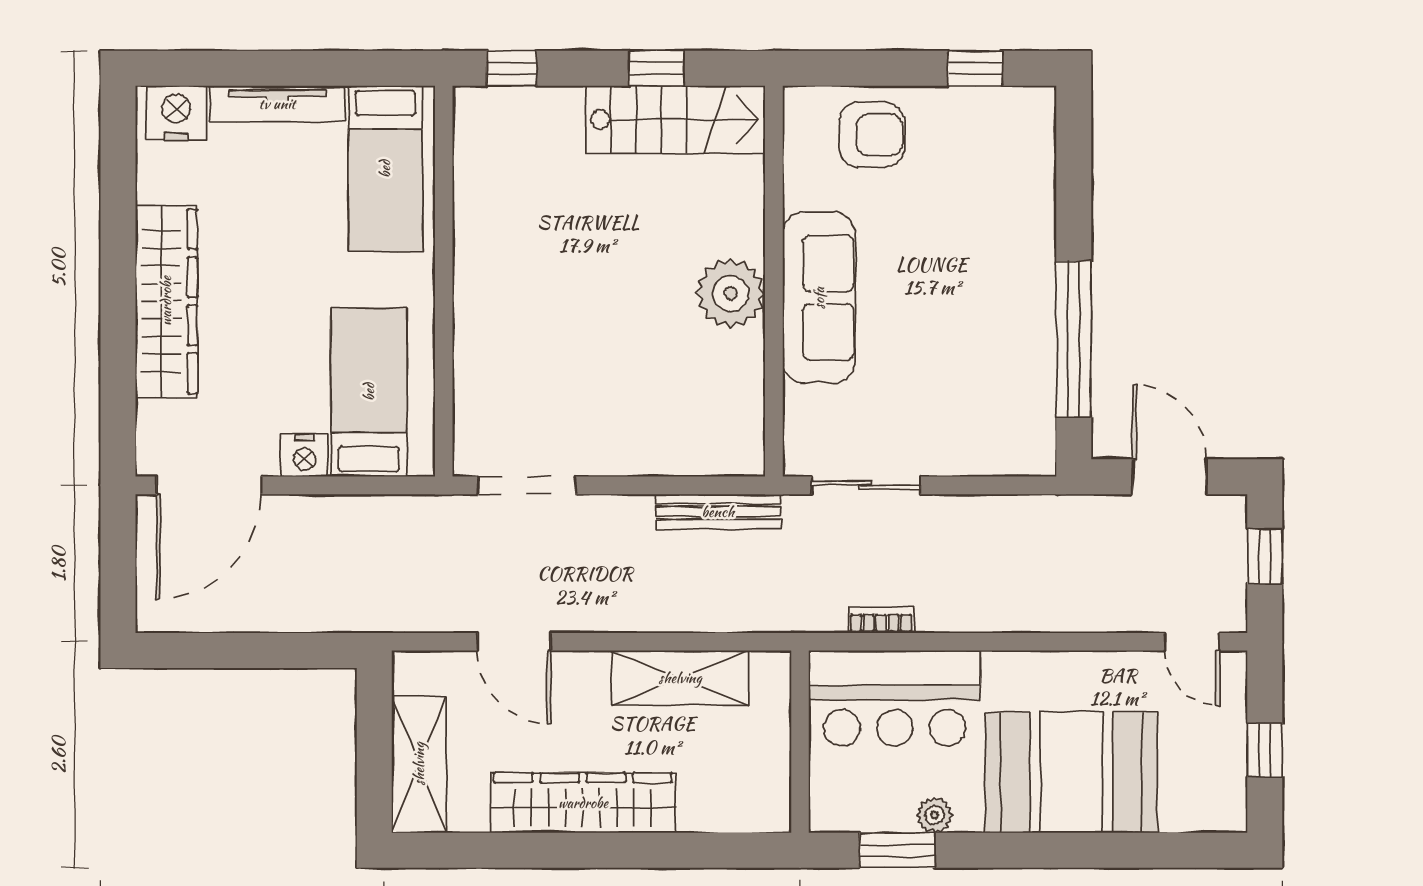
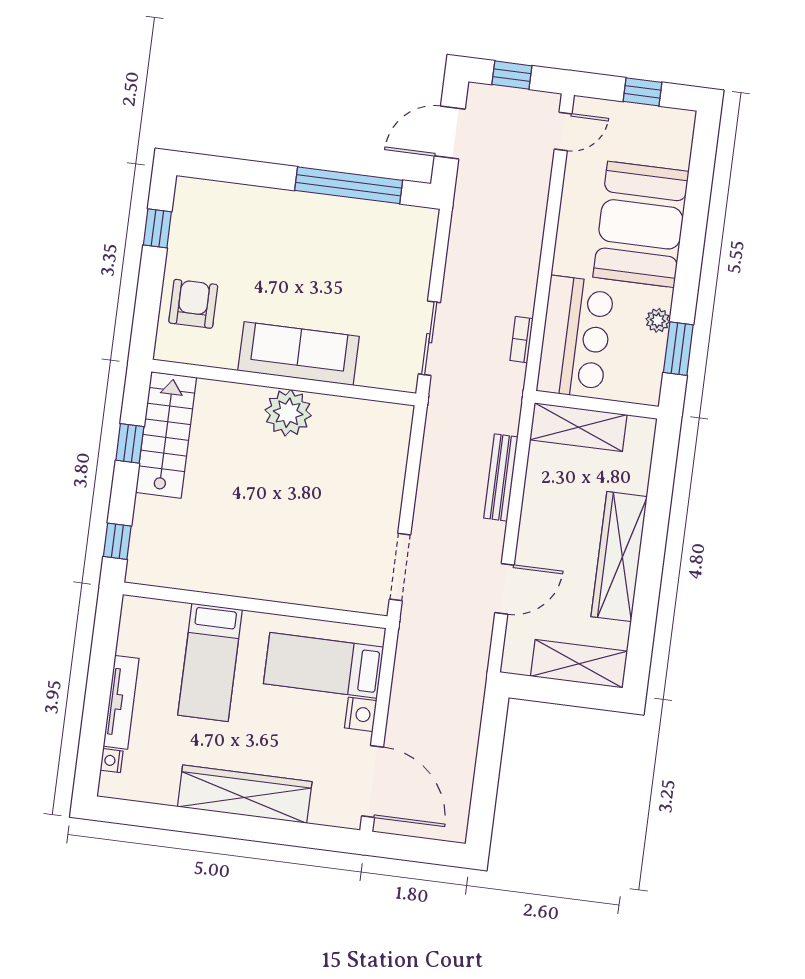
nightstand: (176, 113) -> (112, 761), width x0.53, depth x0.56
bed: (385, 169) -> (210, 662), moved, turned 90
bench: (718, 512) -> (501, 477), moved
shelving: (680, 678) -> (578, 427), moved, turned 90

